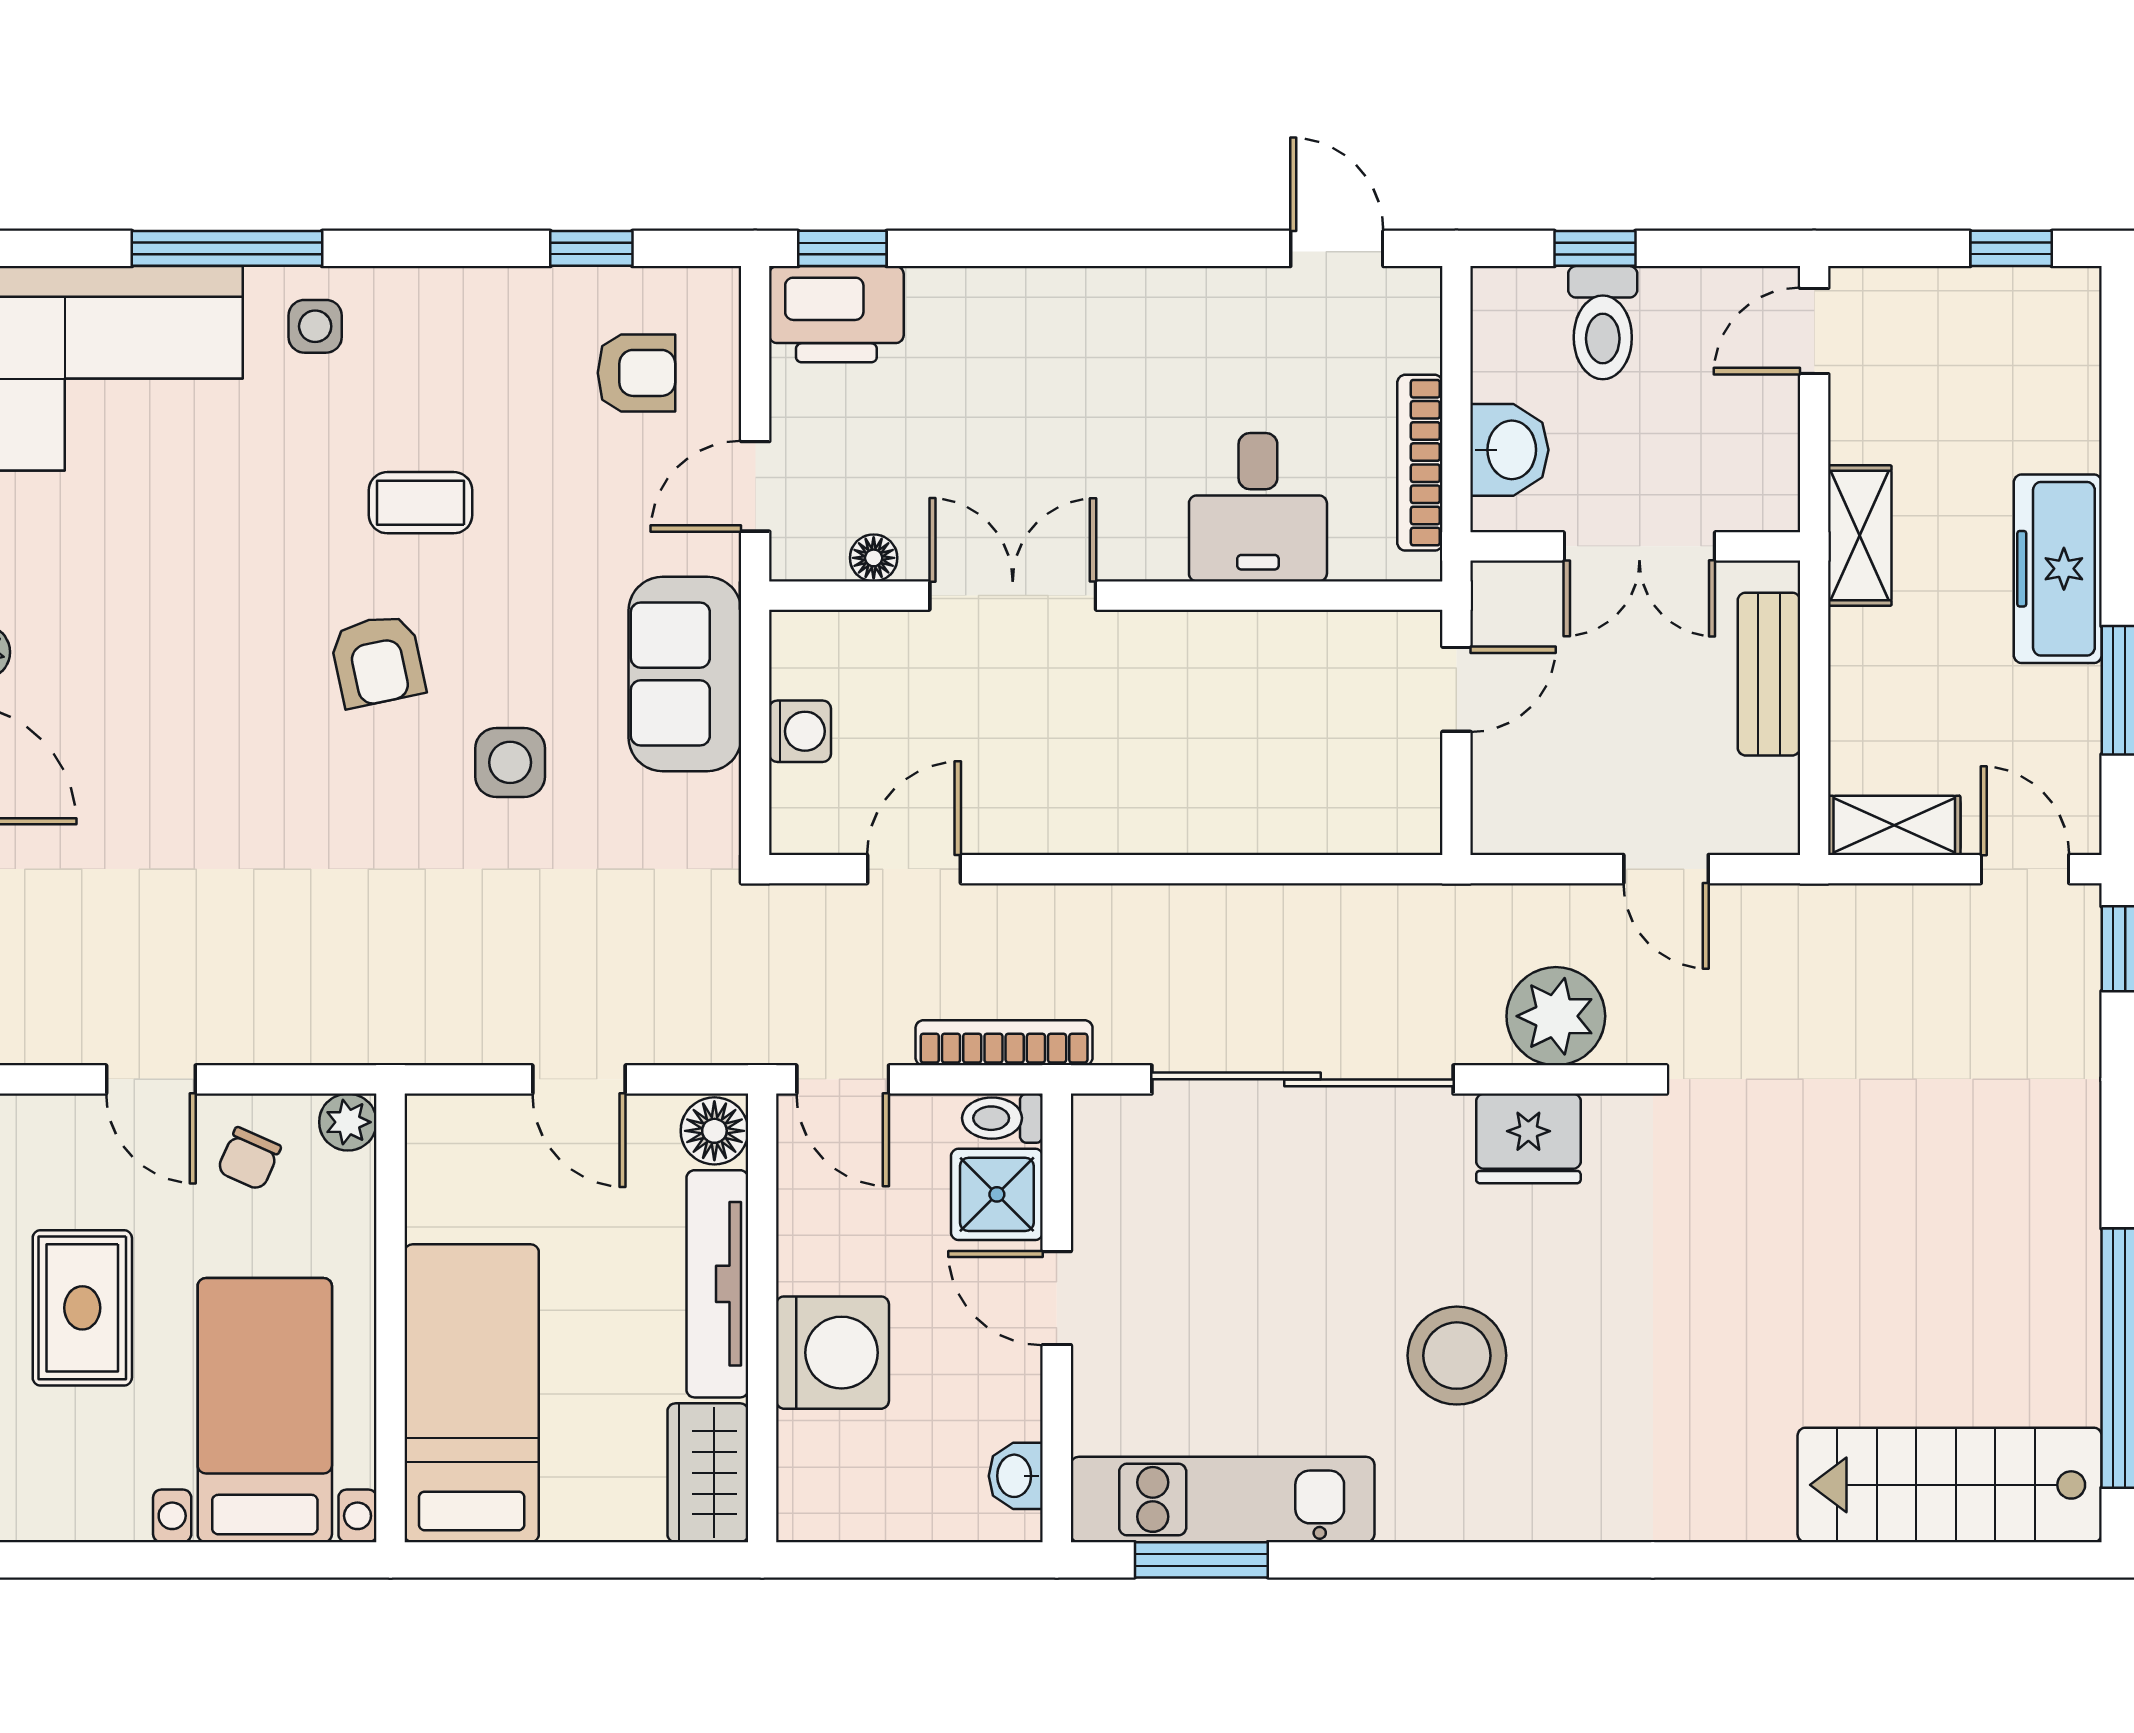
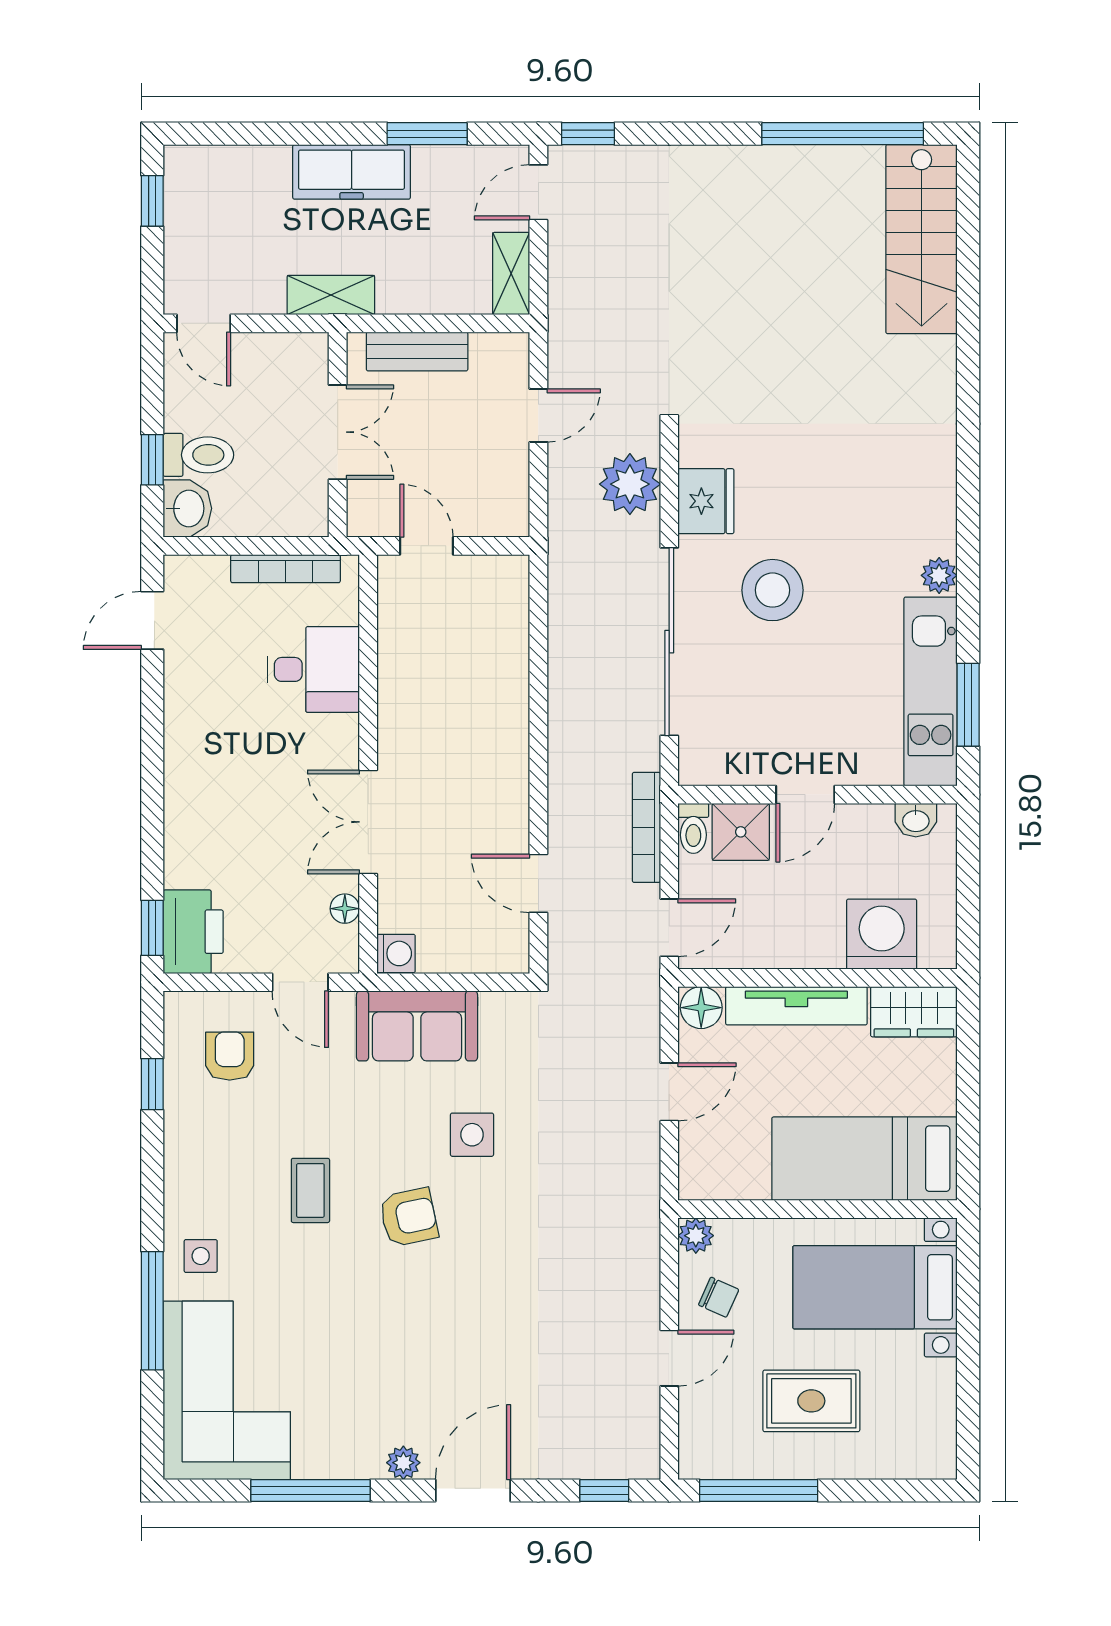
washbasin: (1509, 450) -> (187, 508), moved, turned 90
washing machine: (800, 731) -> (396, 953), moved, turned 90
washing machine: (833, 1353) -> (882, 934), moved
stool: (1457, 1356) -> (772, 590), moved
plant: (1409, 1513) -> (939, 575), added

